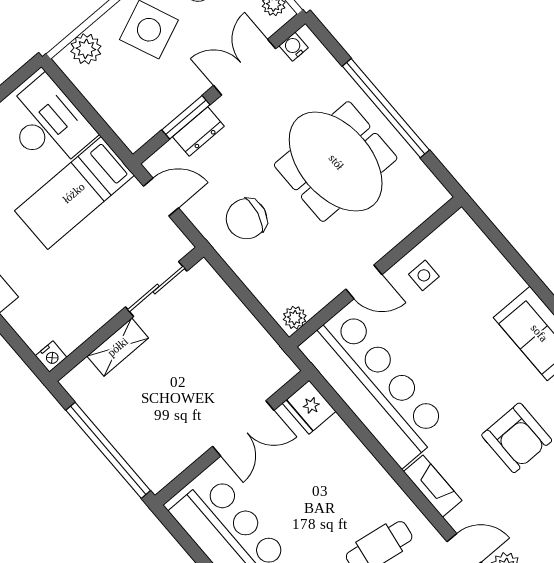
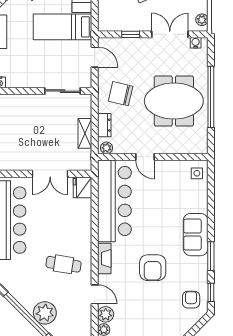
window: (186, 117) -> (131, 34), width x0.67
dresser: (198, 131) -> (104, 125), moved, turned -90
meeting table: (336, 162) -> (174, 101), turned 90
side table: (424, 275) -> (197, 173), moved
shelving: (118, 347) -> (85, 133), moved, turned 90

